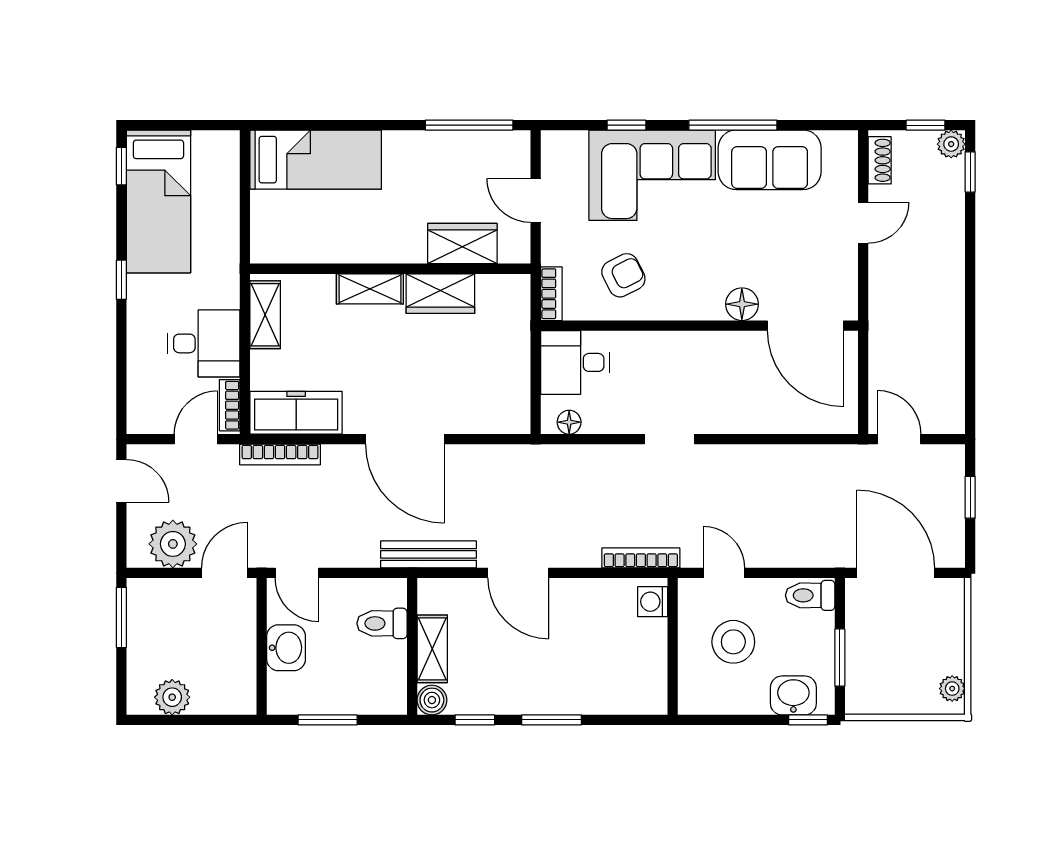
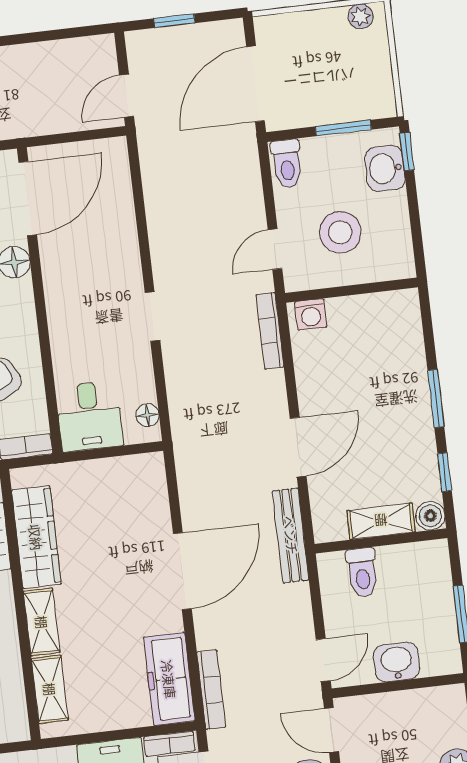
wardrobe: (440, 294) -> (36, 537), width x1.50
shelving: (265, 315) -> (50, 689), moved, turned 90

